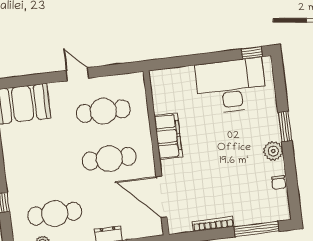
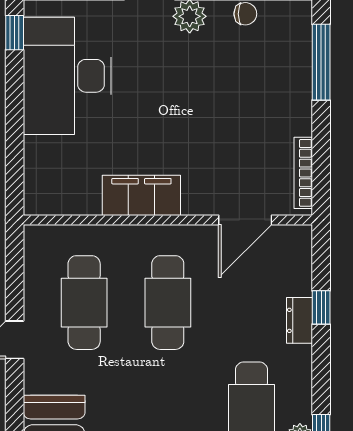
door: (162, 197) -> (245, 220), width x0.73
bookcase: (213, 224) -> (303, 173), moved

